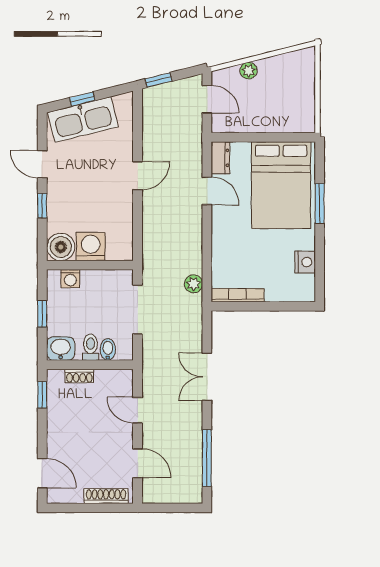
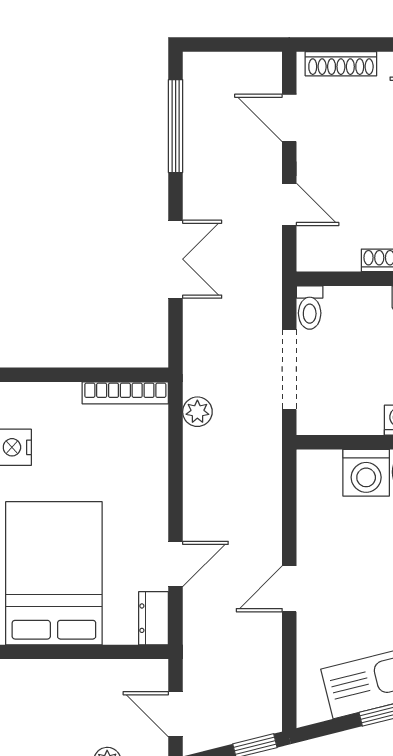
door: (207, 191) -> (176, 564), swing flipped
toilet: (91, 347) -> (310, 308), moved
bidet: (108, 350) -> (338, 304), removed

